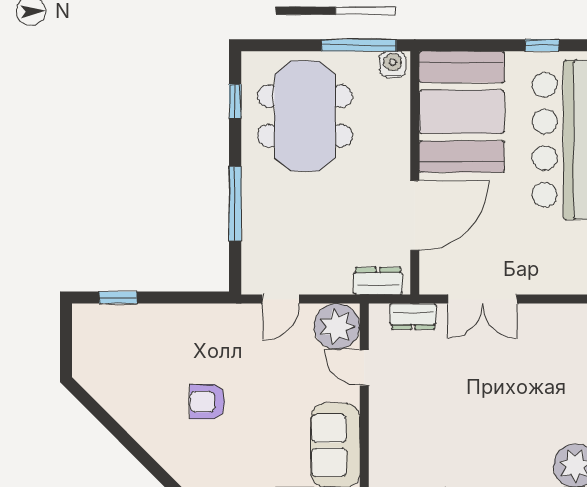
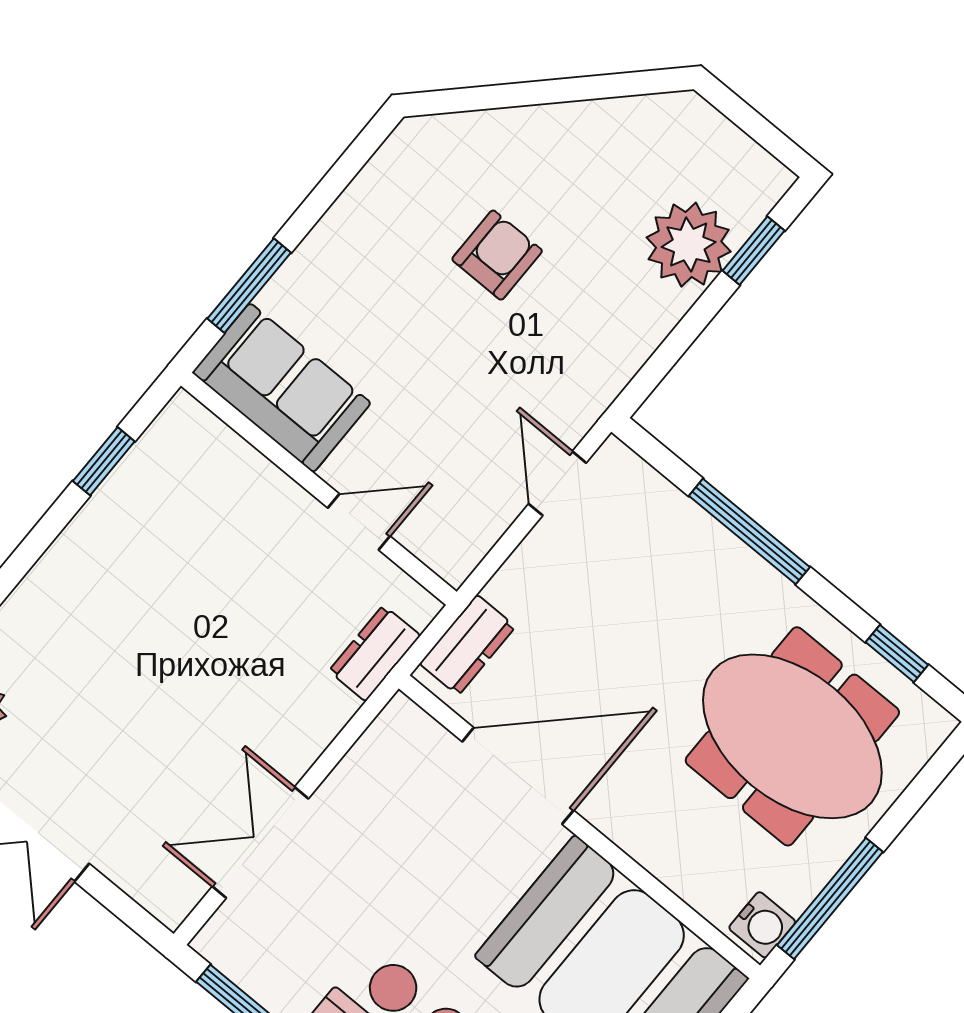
door: (415, 216) -> (518, 776), swing flipped
double door: (483, 299) -> (260, 843), moved
plant: (337, 326) -> (689, 245), moved

